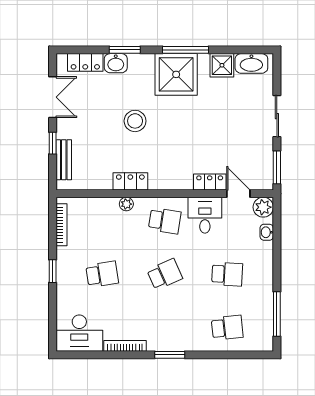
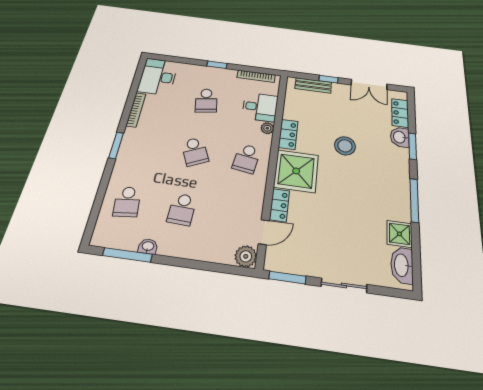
shower: (176, 74) -> (296, 171), moved
desk: (205, 215) -> (260, 107), moved
washbasin: (267, 232) -> (148, 246), moved

